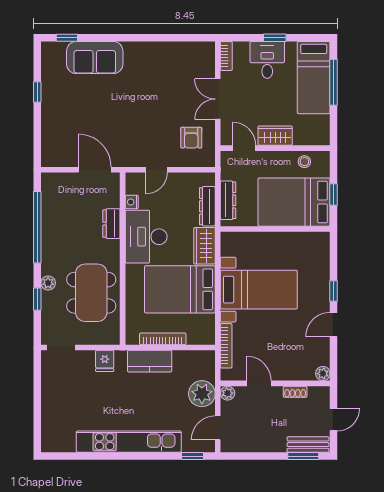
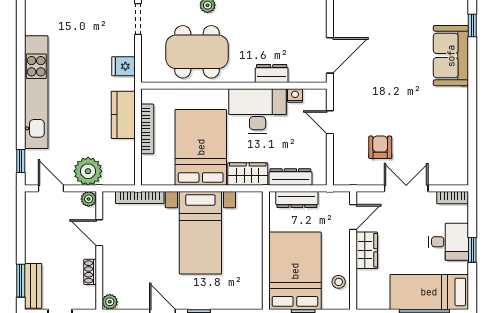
armchair: (191, 138) -> (380, 147), moved, turned 90
door: (259, 383) -> (99, 233), swing flipped

